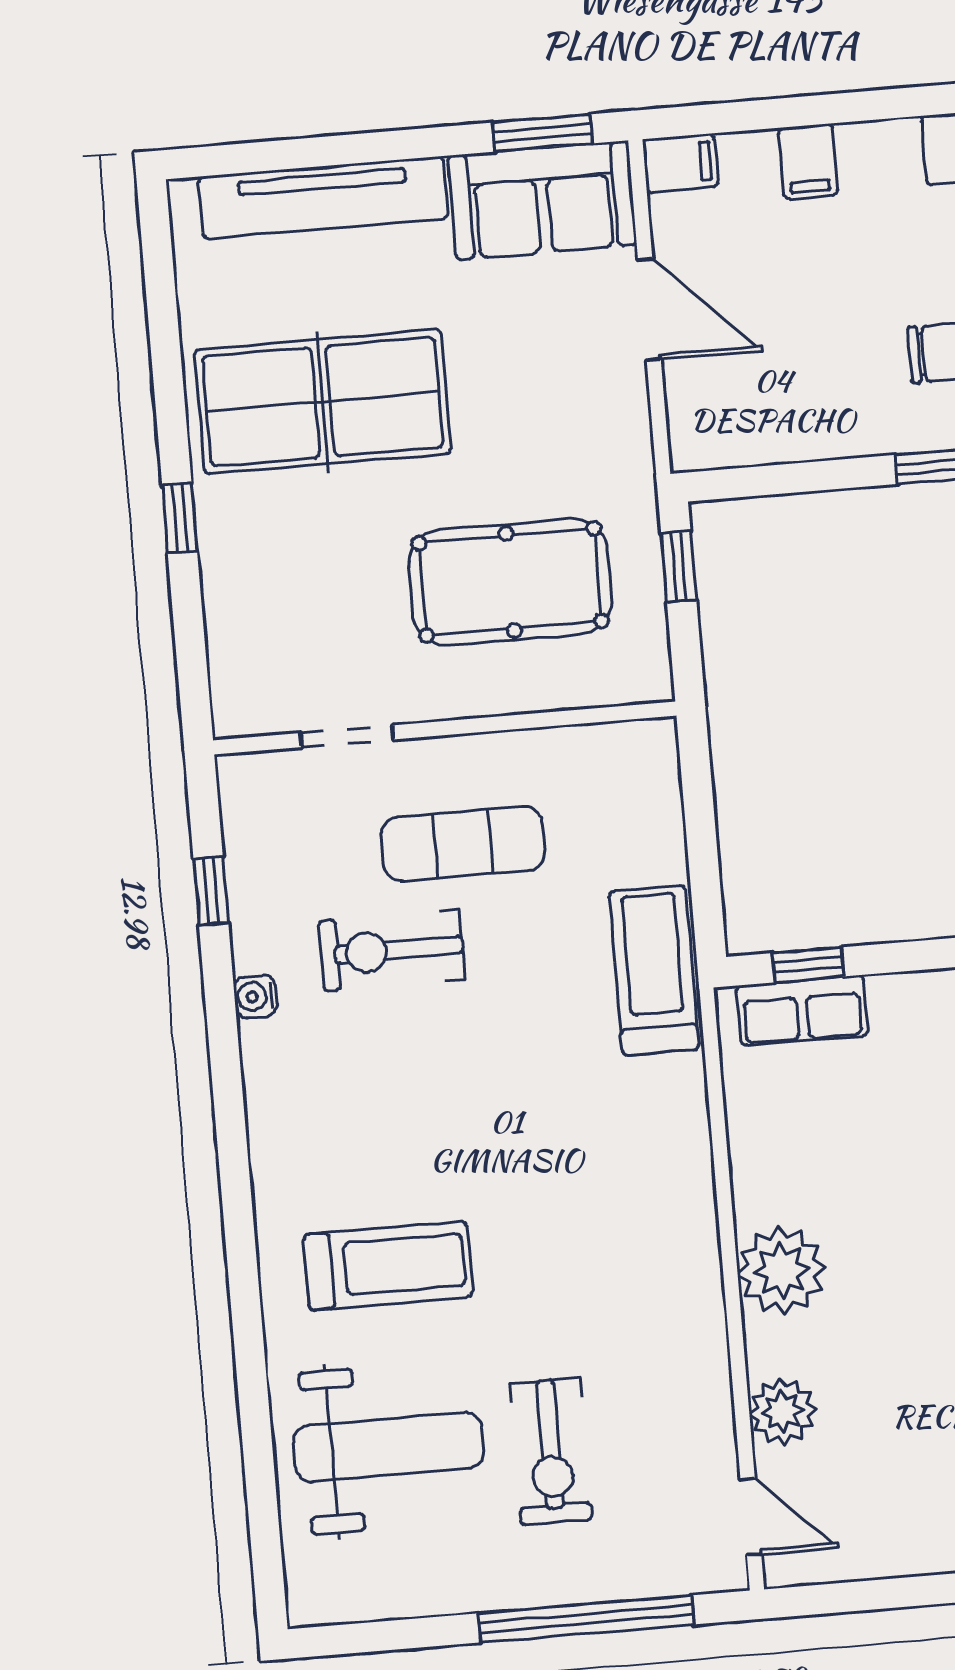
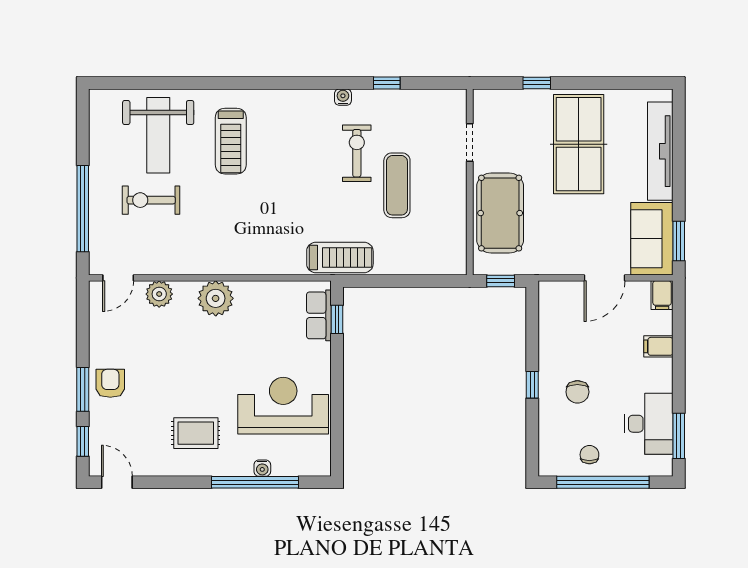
wall: (445, 728) -> (470, 182), moved
doorway: (347, 736) -> (470, 142), moved

